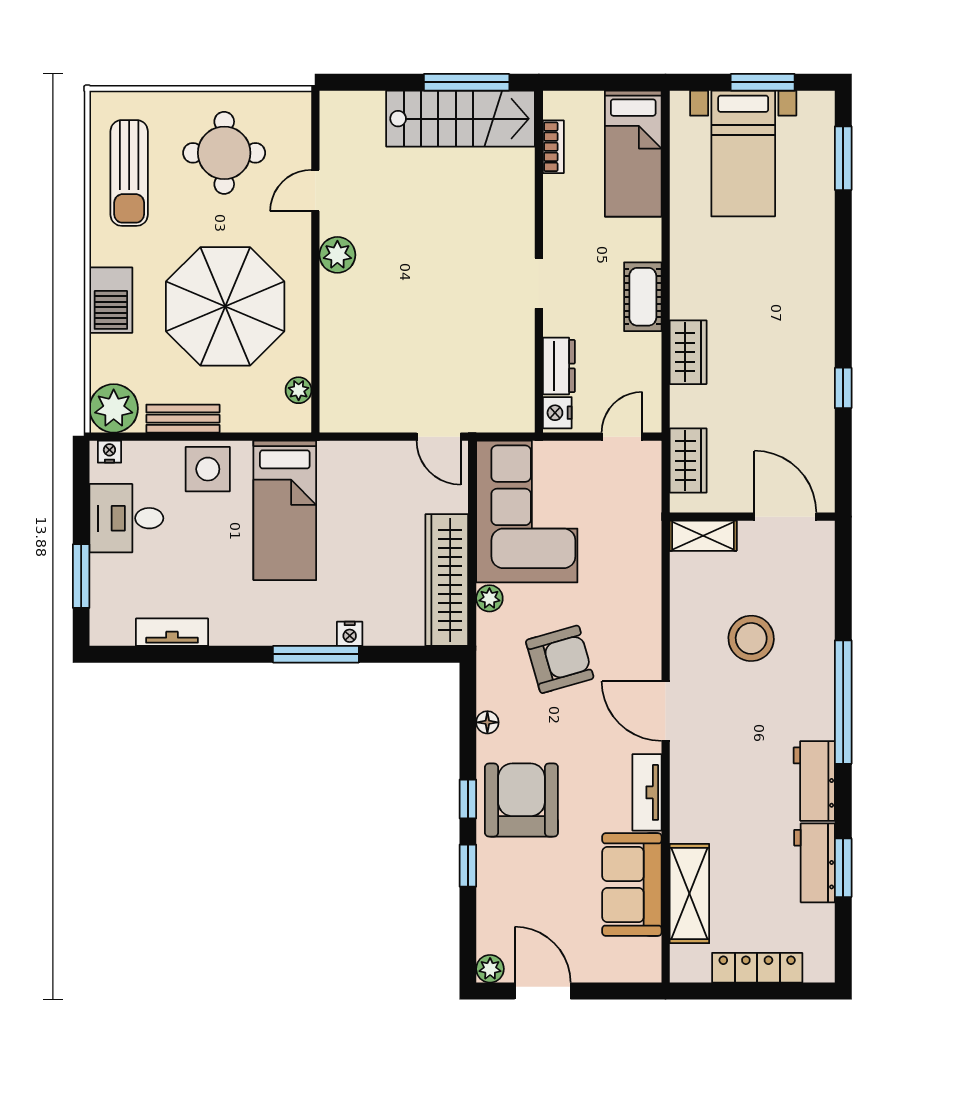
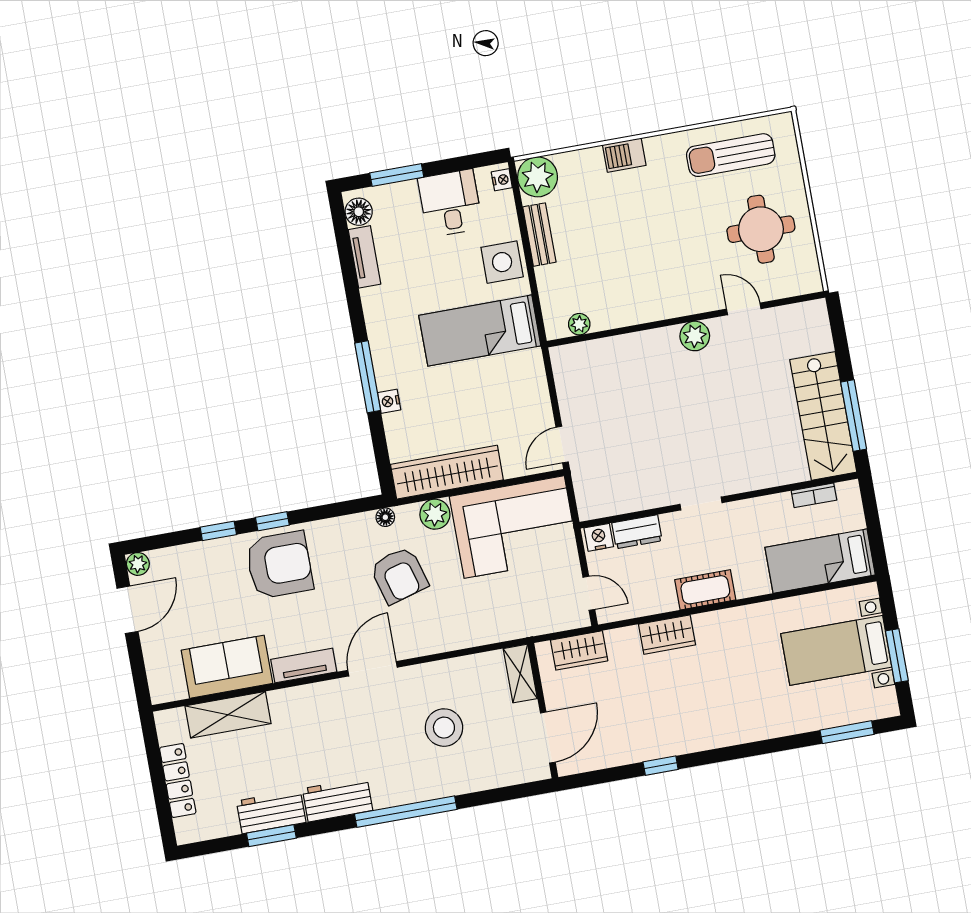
barbecue: (111, 300) -> (624, 155), width x0.73, depth x0.79
parasol: (225, 306) -> (637, 252), removed
plant: (489, 598) -> (435, 514), width x1.38, depth x1.38
floor lamp: (117, 629) -> (359, 212), added
floor lamp: (487, 722) -> (385, 517), moved

